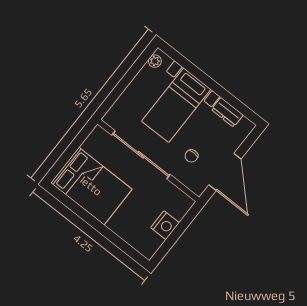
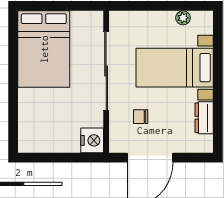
plant: (155, 61) -> (183, 18), moved
nightstand: (165, 225) -> (92, 140), moved, turned -90

